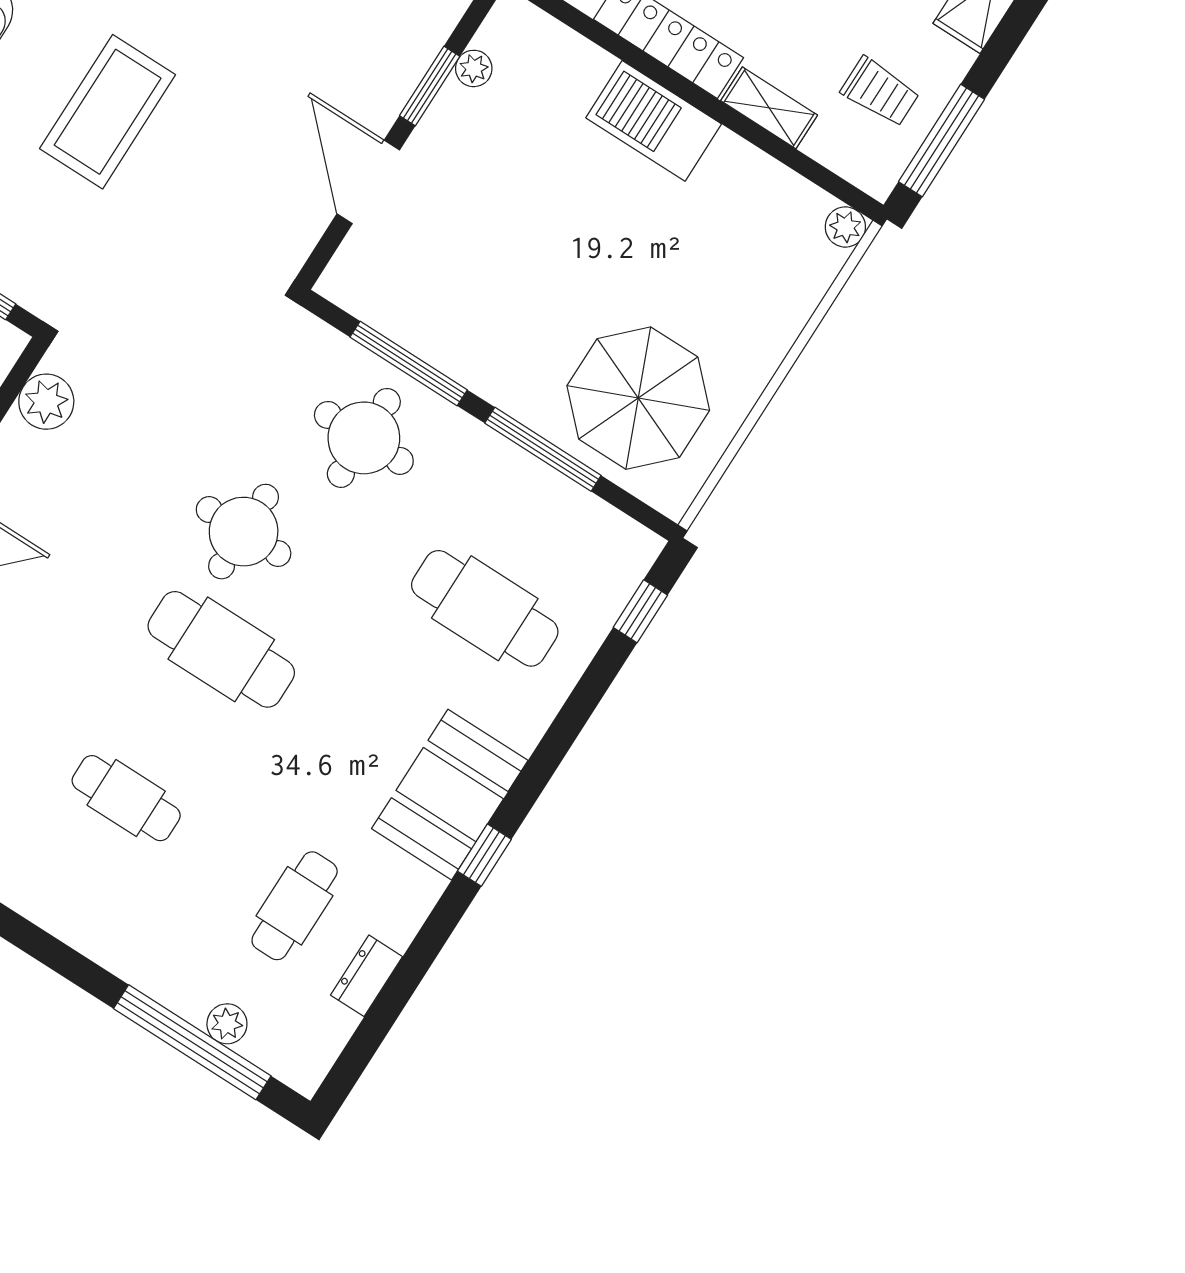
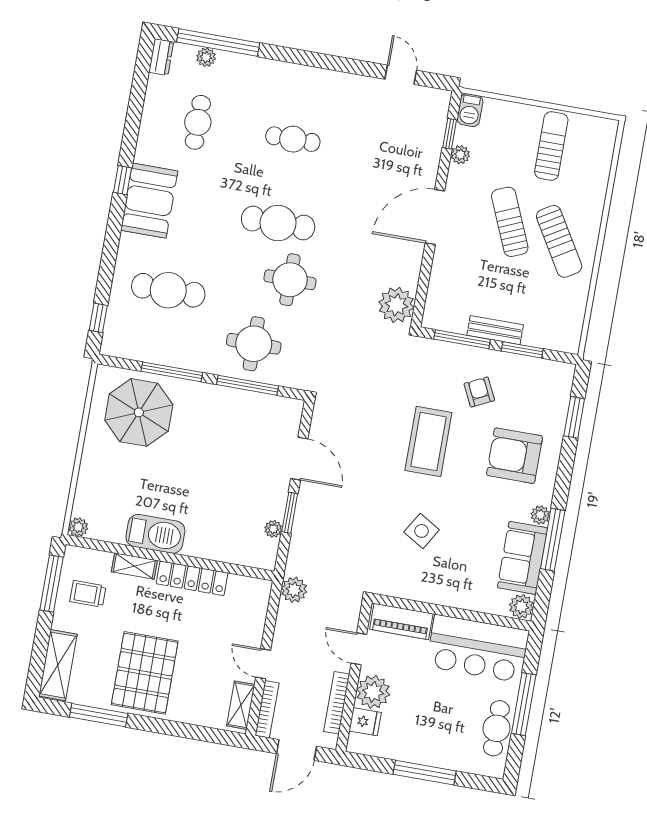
barbecue: (654, 121) -> (155, 534), moved
plant: (46, 402) -> (396, 305), width x1.36, depth x1.36
dresser: (367, 976) -> (161, 57), moved

